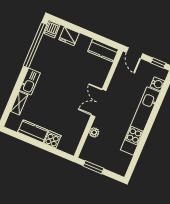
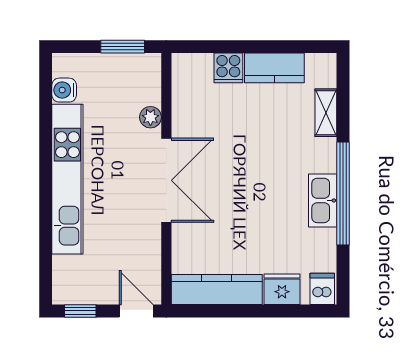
window: (35, 45) -> (343, 194), moved
kitchen counter: (103, 50) -> (217, 289), width x1.50
kitchen sink: (30, 82) -> (323, 200), moved
water cooler: (157, 84) -> (64, 90), moved
double door: (99, 103) -> (166, 180), width x1.37

